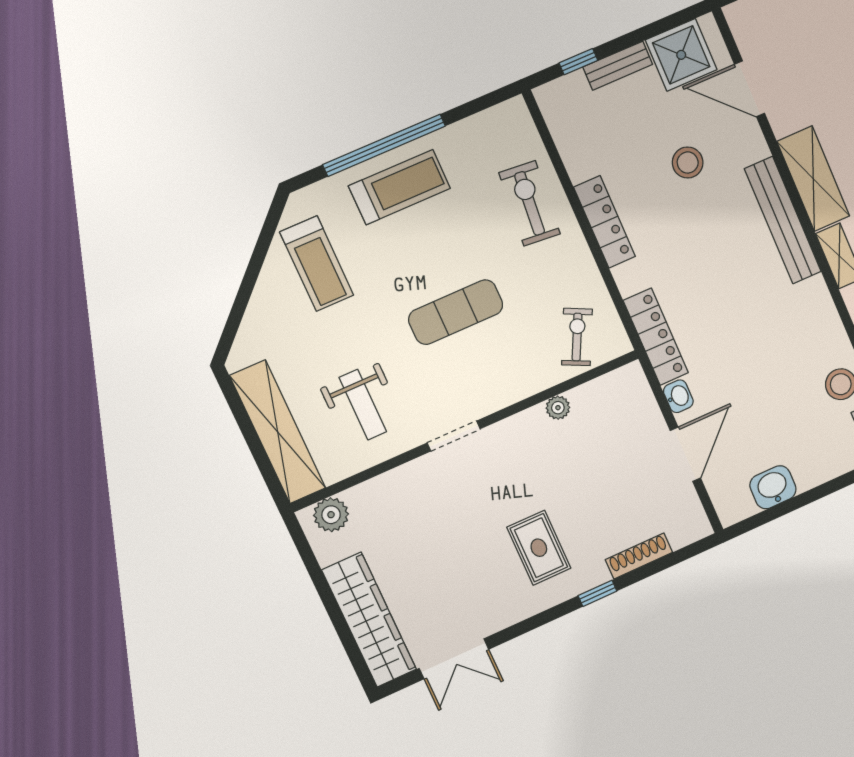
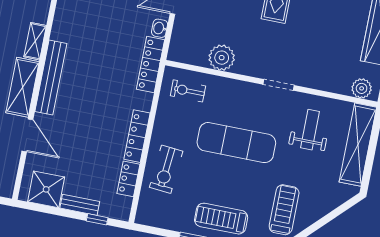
door: (749, 89) -> (27, 135), moved
locker: (574, 152) -> (128, 179), added
stool: (688, 163) -> (78, 137), removed
exercise mat: (456, 312) -> (236, 143), width x1.36, depth x1.45
exercise bike: (577, 337) -> (188, 91), turned 64
plant: (558, 408) -> (222, 58), width x1.88, depth x1.88

